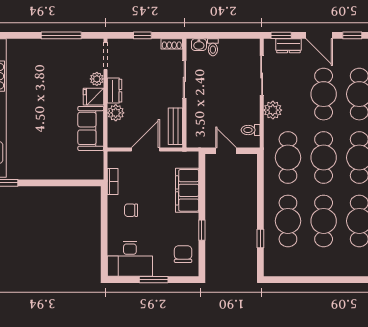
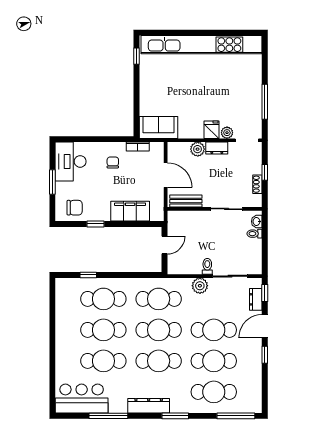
shoe rack: (172, 44) -> (257, 184), moved
sofa: (91, 128) -> (158, 127), moved
toilet: (250, 130) -> (207, 266), moved

